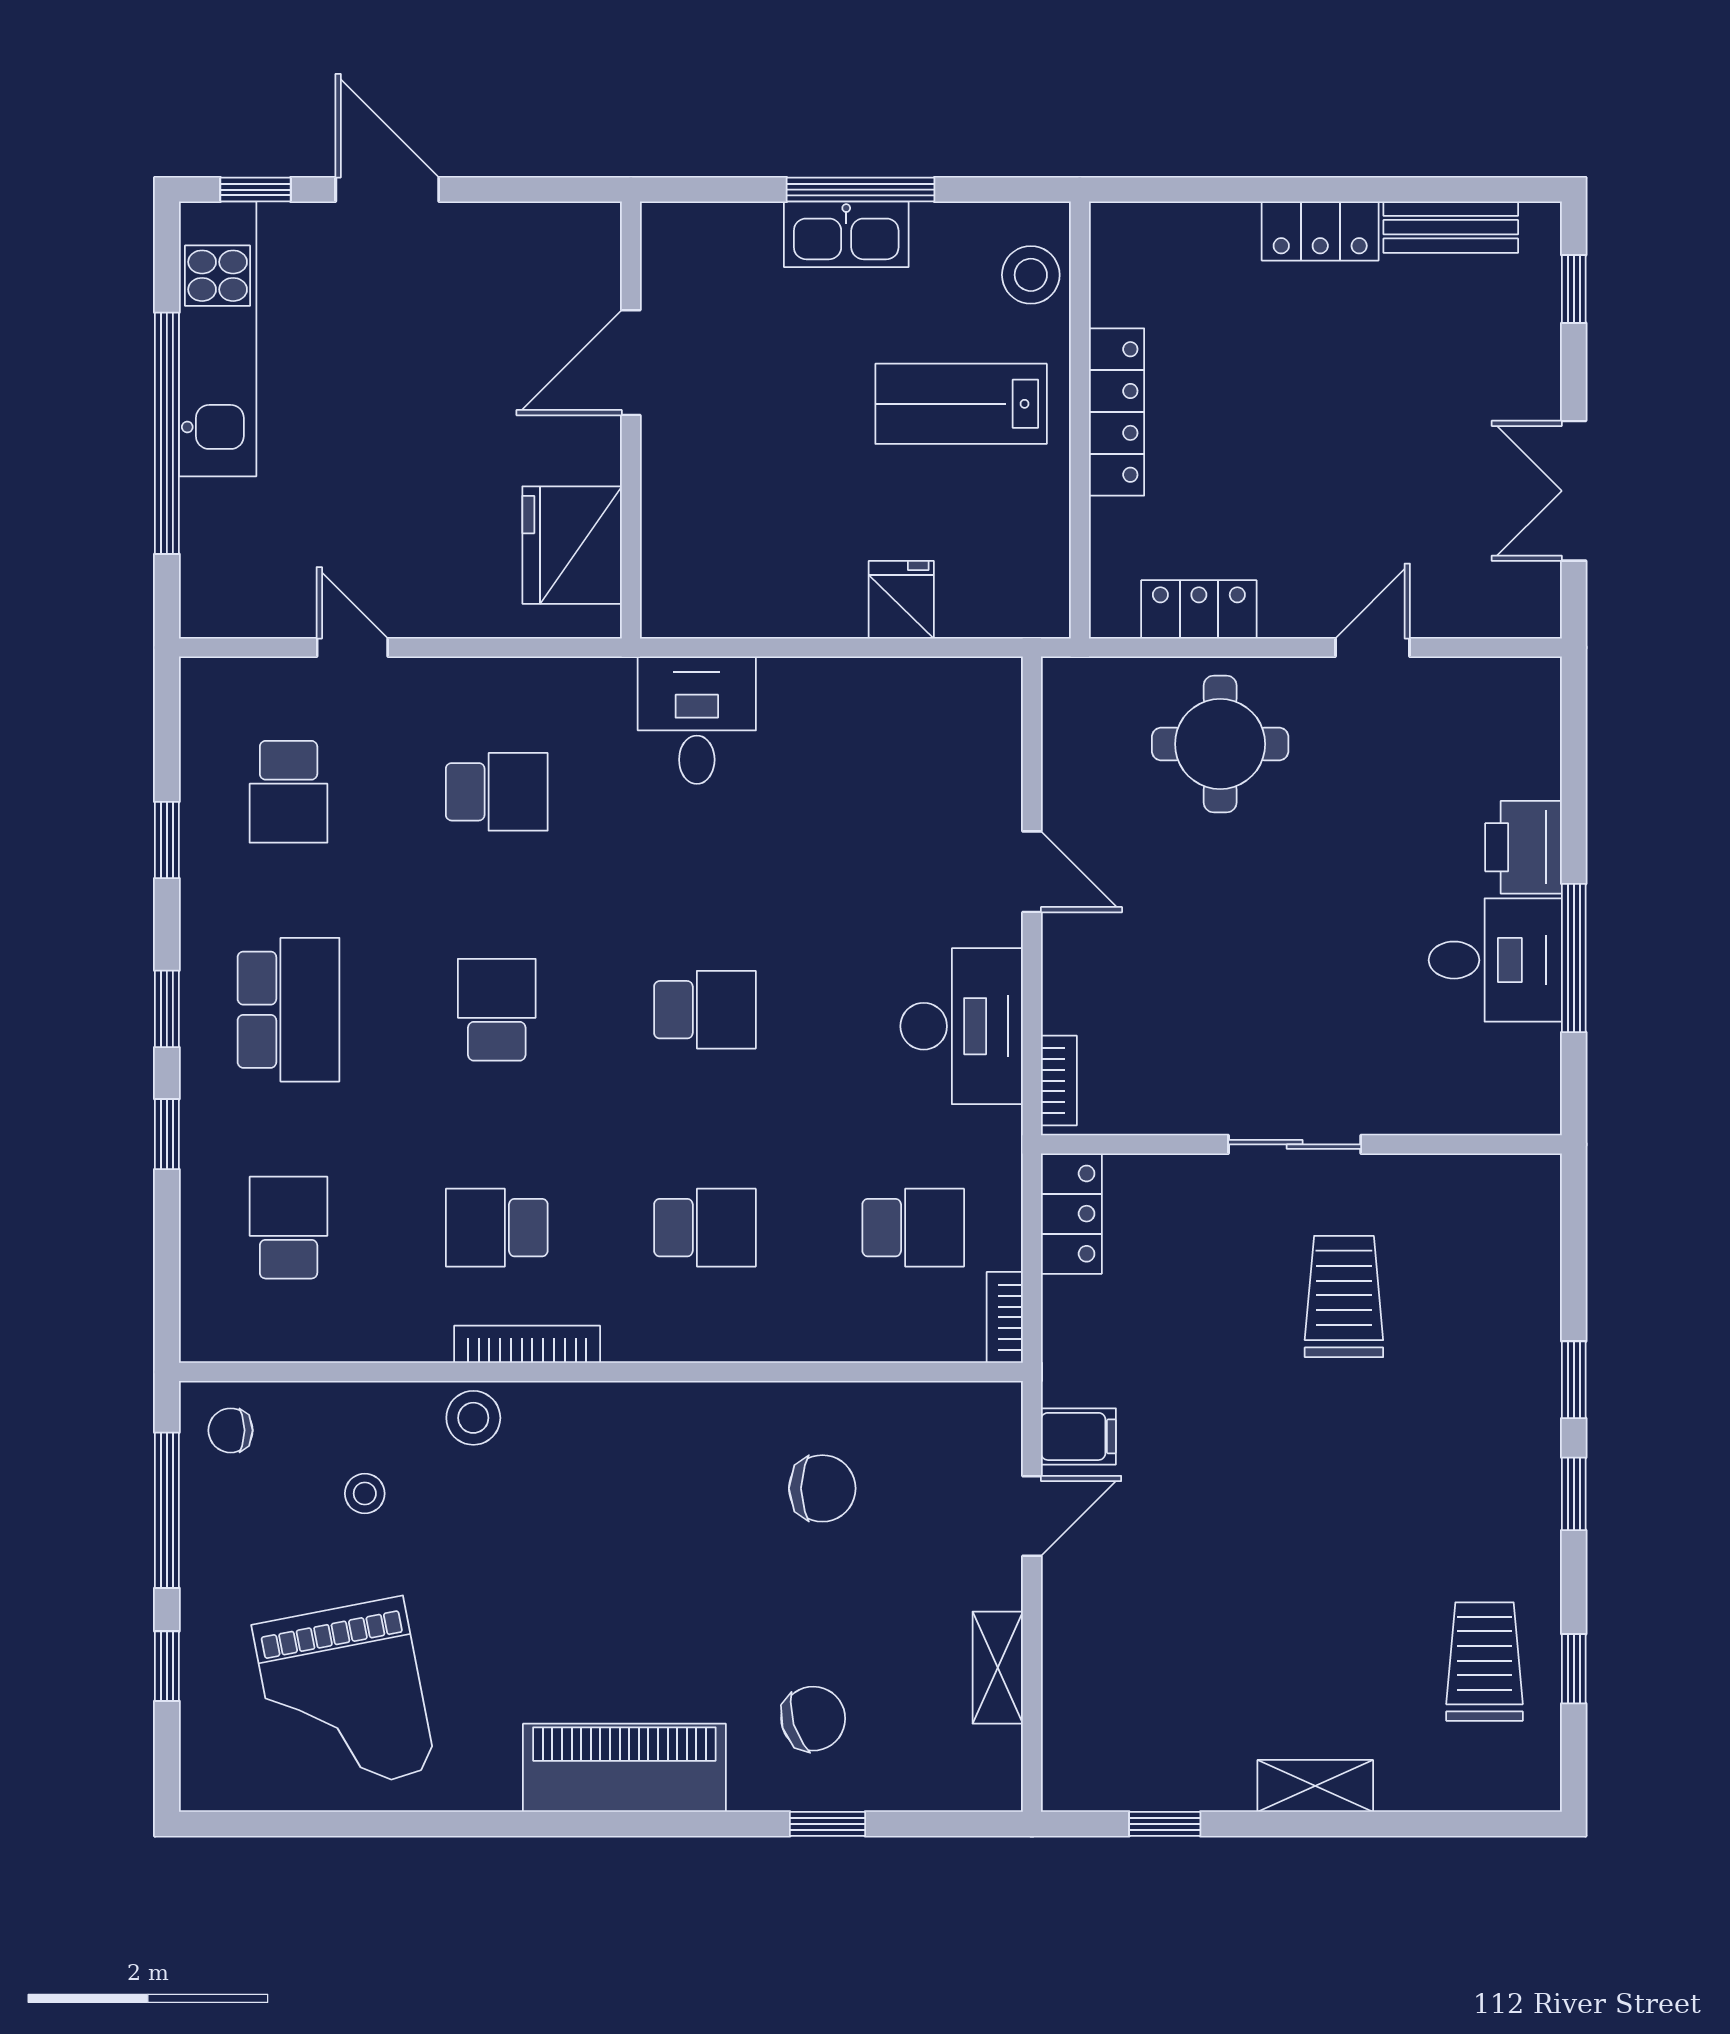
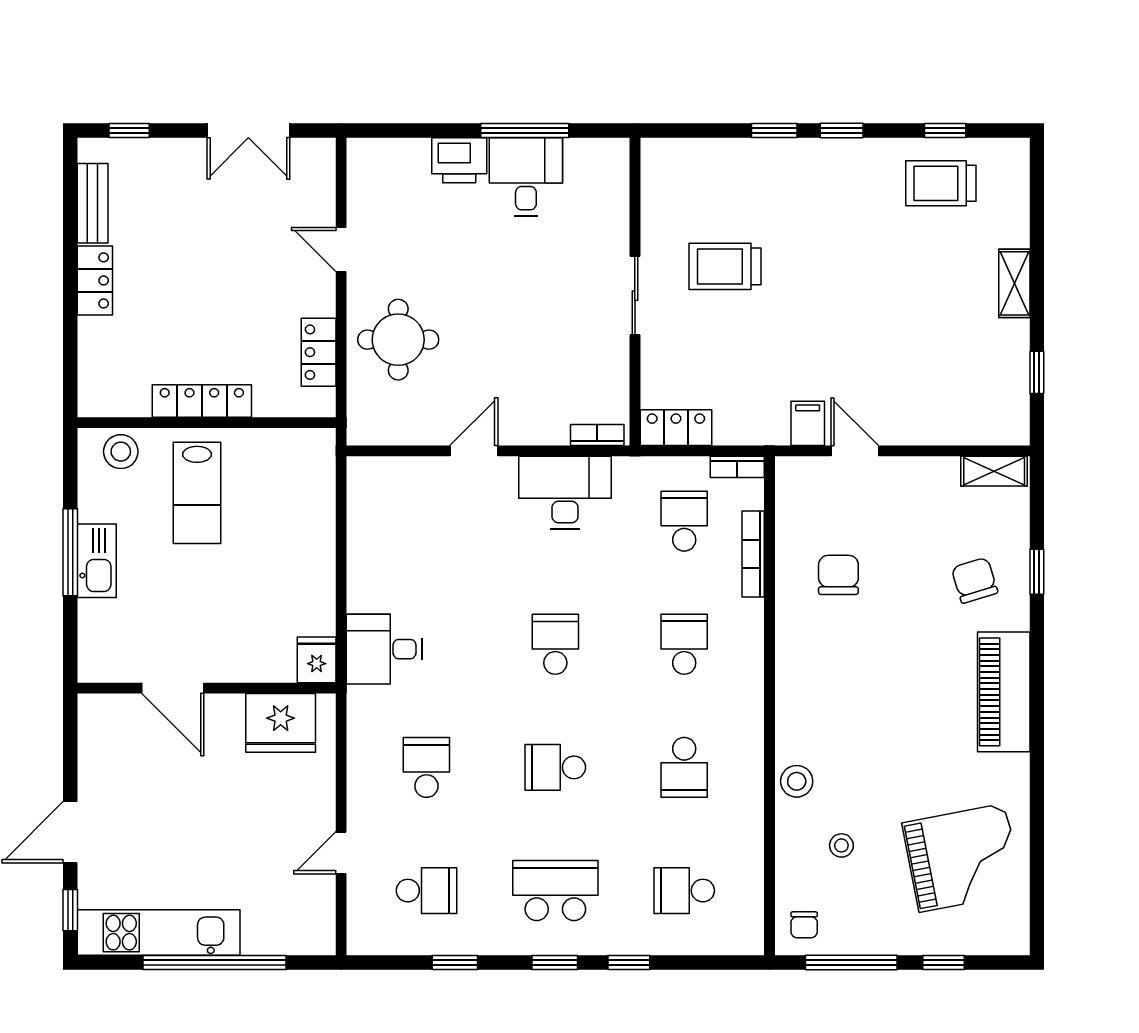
fridge: (901, 600) -> (317, 660), moved, turned 90
bookcase: (527, 1344) -> (753, 554), moved
shelving: (998, 1668) -> (994, 471), moved

